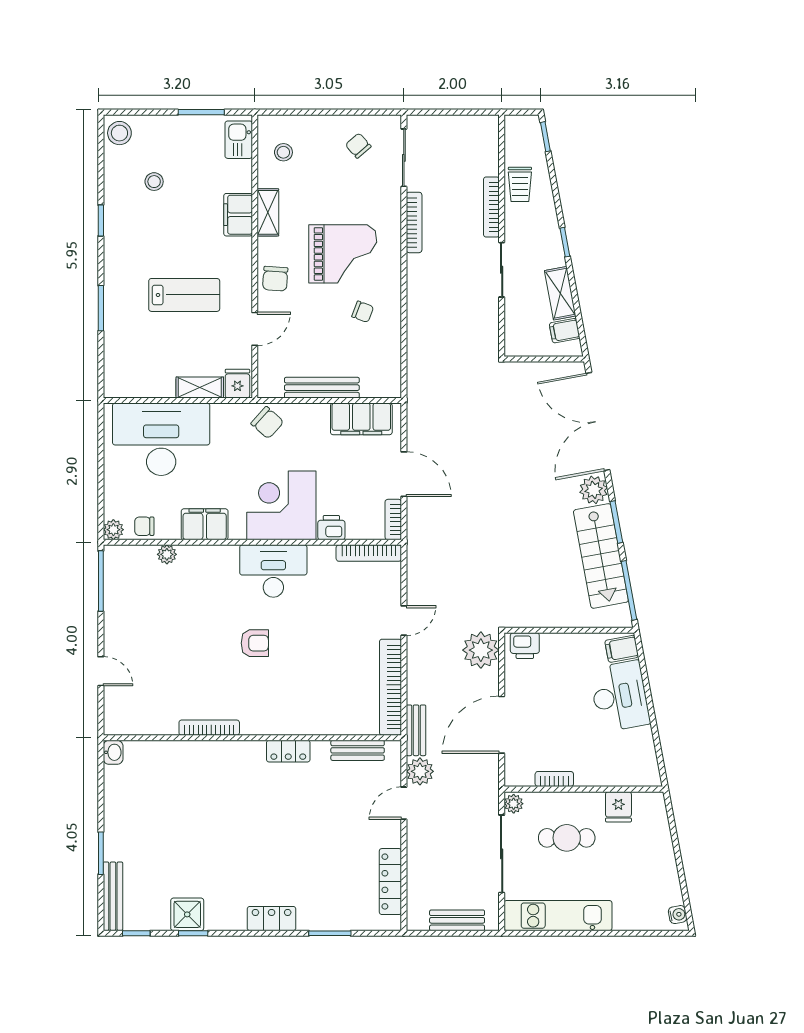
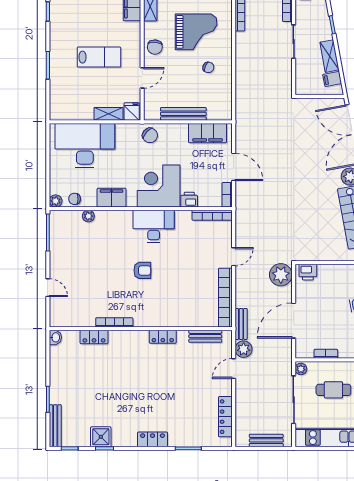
locker: (176, 752) -> (94, 337), added

